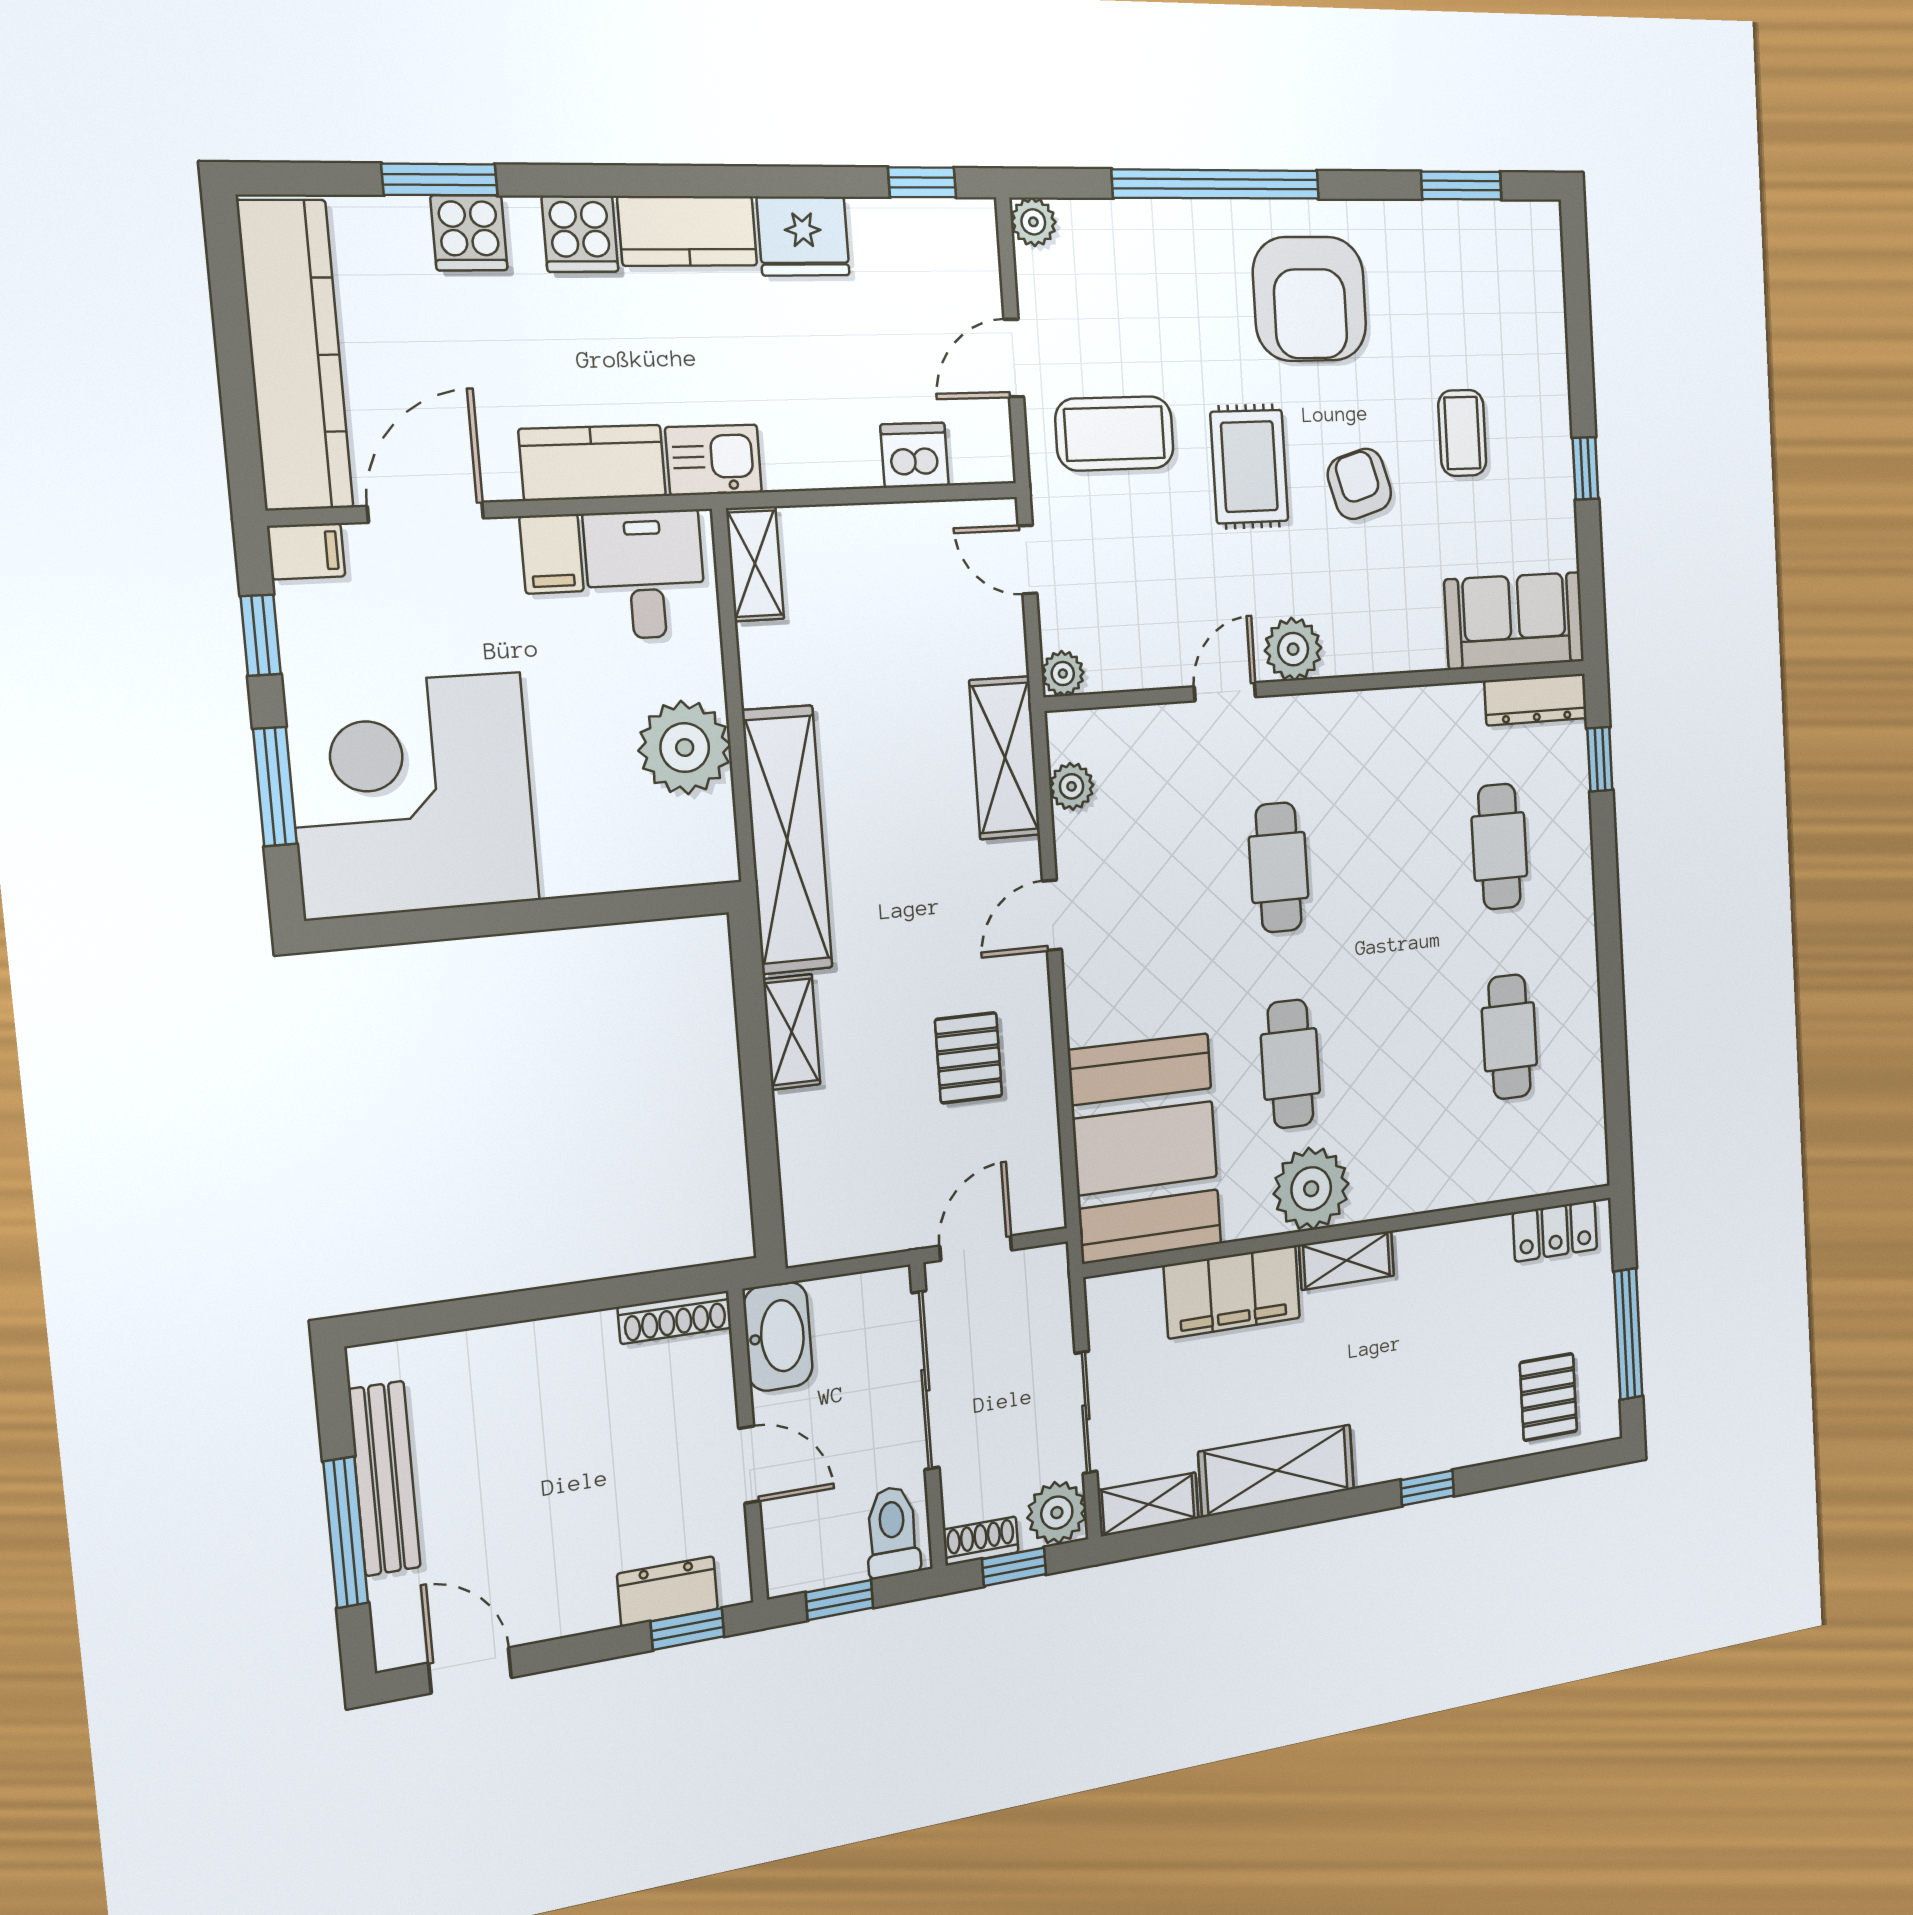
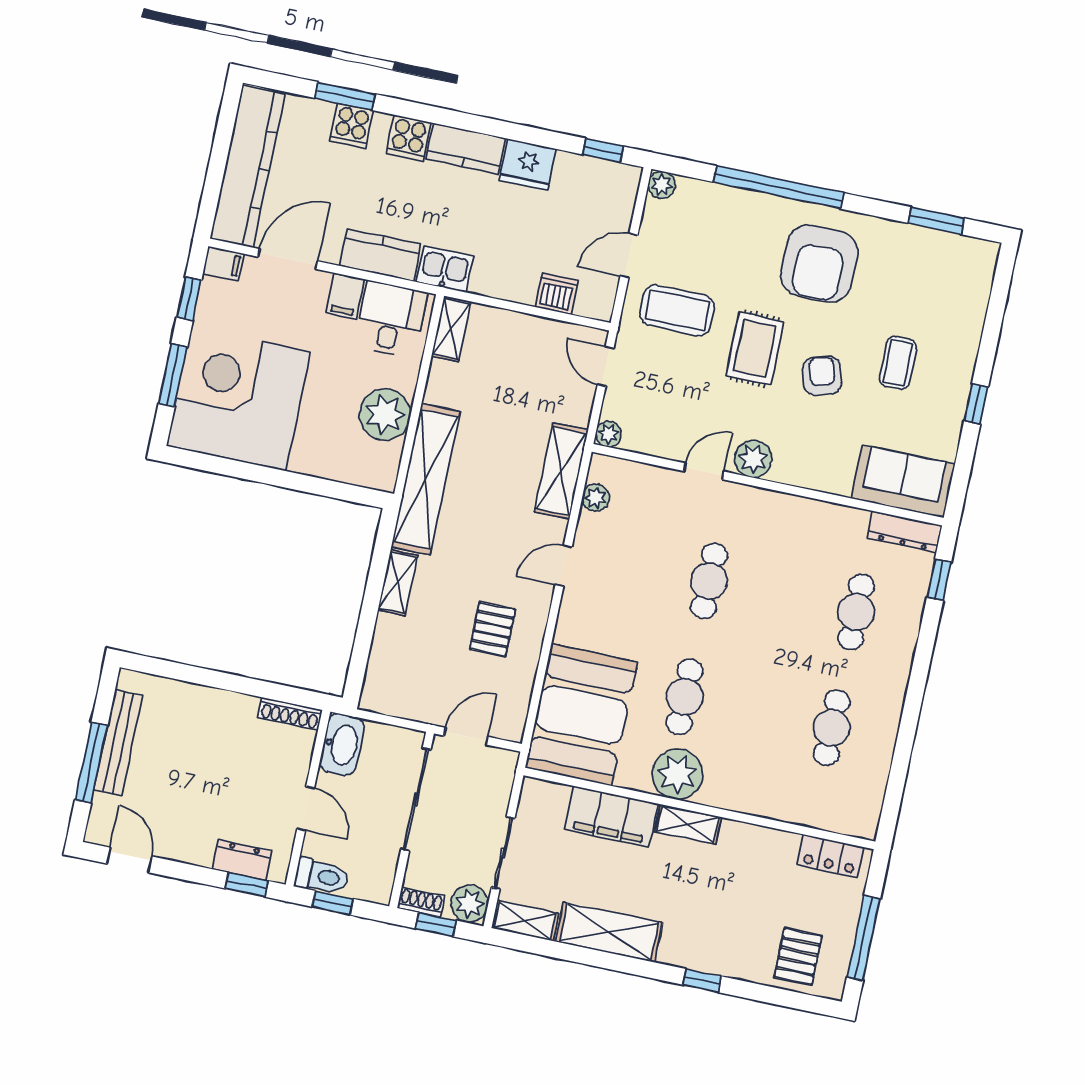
toilet: (892, 1532) -> (322, 876), moved, turned 90

